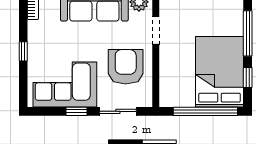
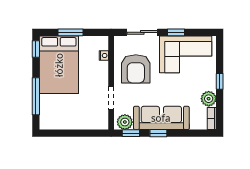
plant: (37, 30) -> (209, 99), added
window: (248, 78) -> (36, 49), moved
nightstand: (165, 83) -> (104, 56), added
window: (205, 111) -> (71, 32), width x0.47

